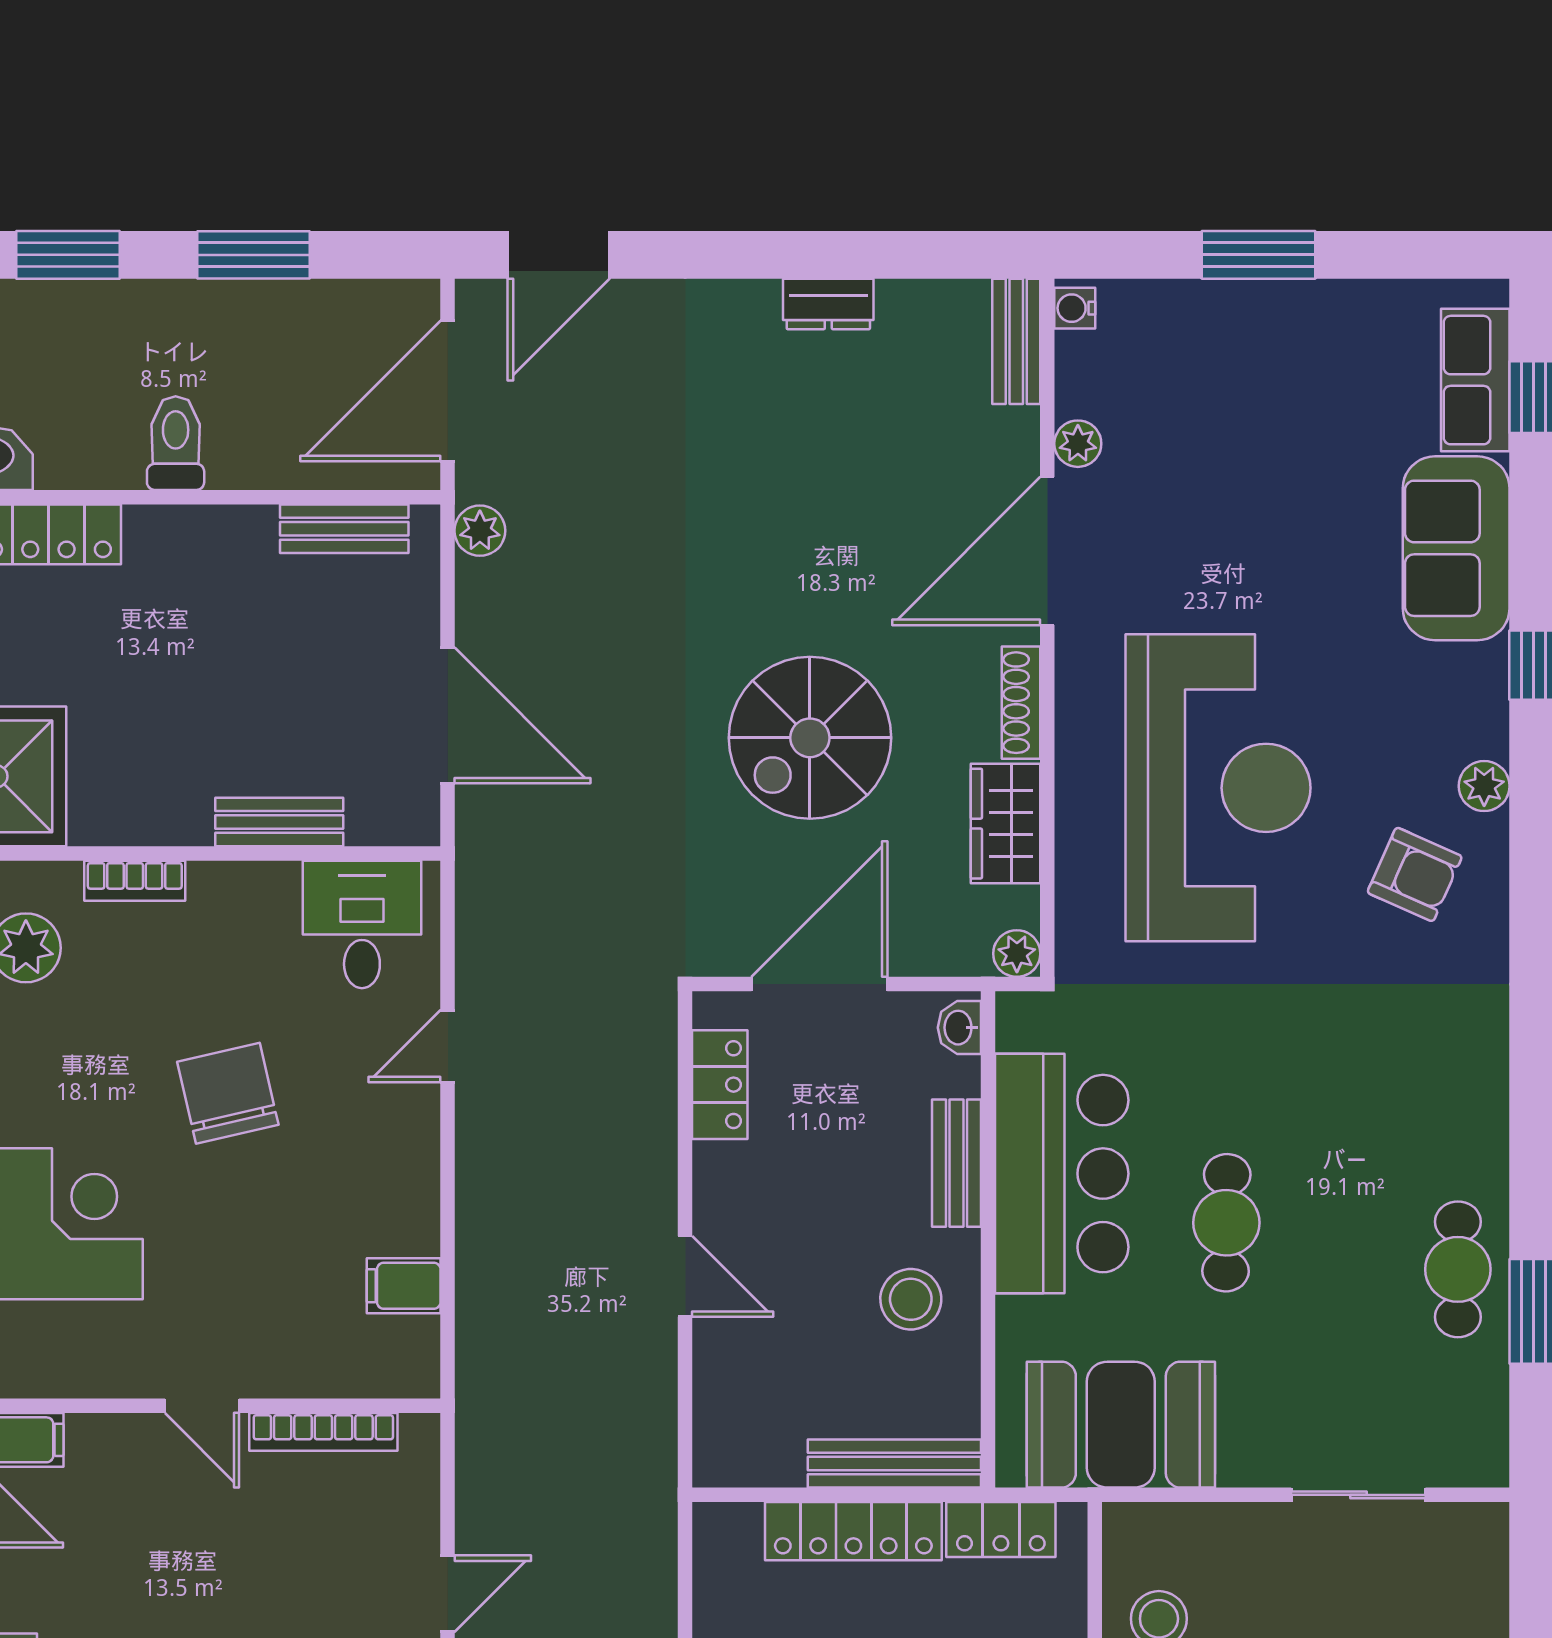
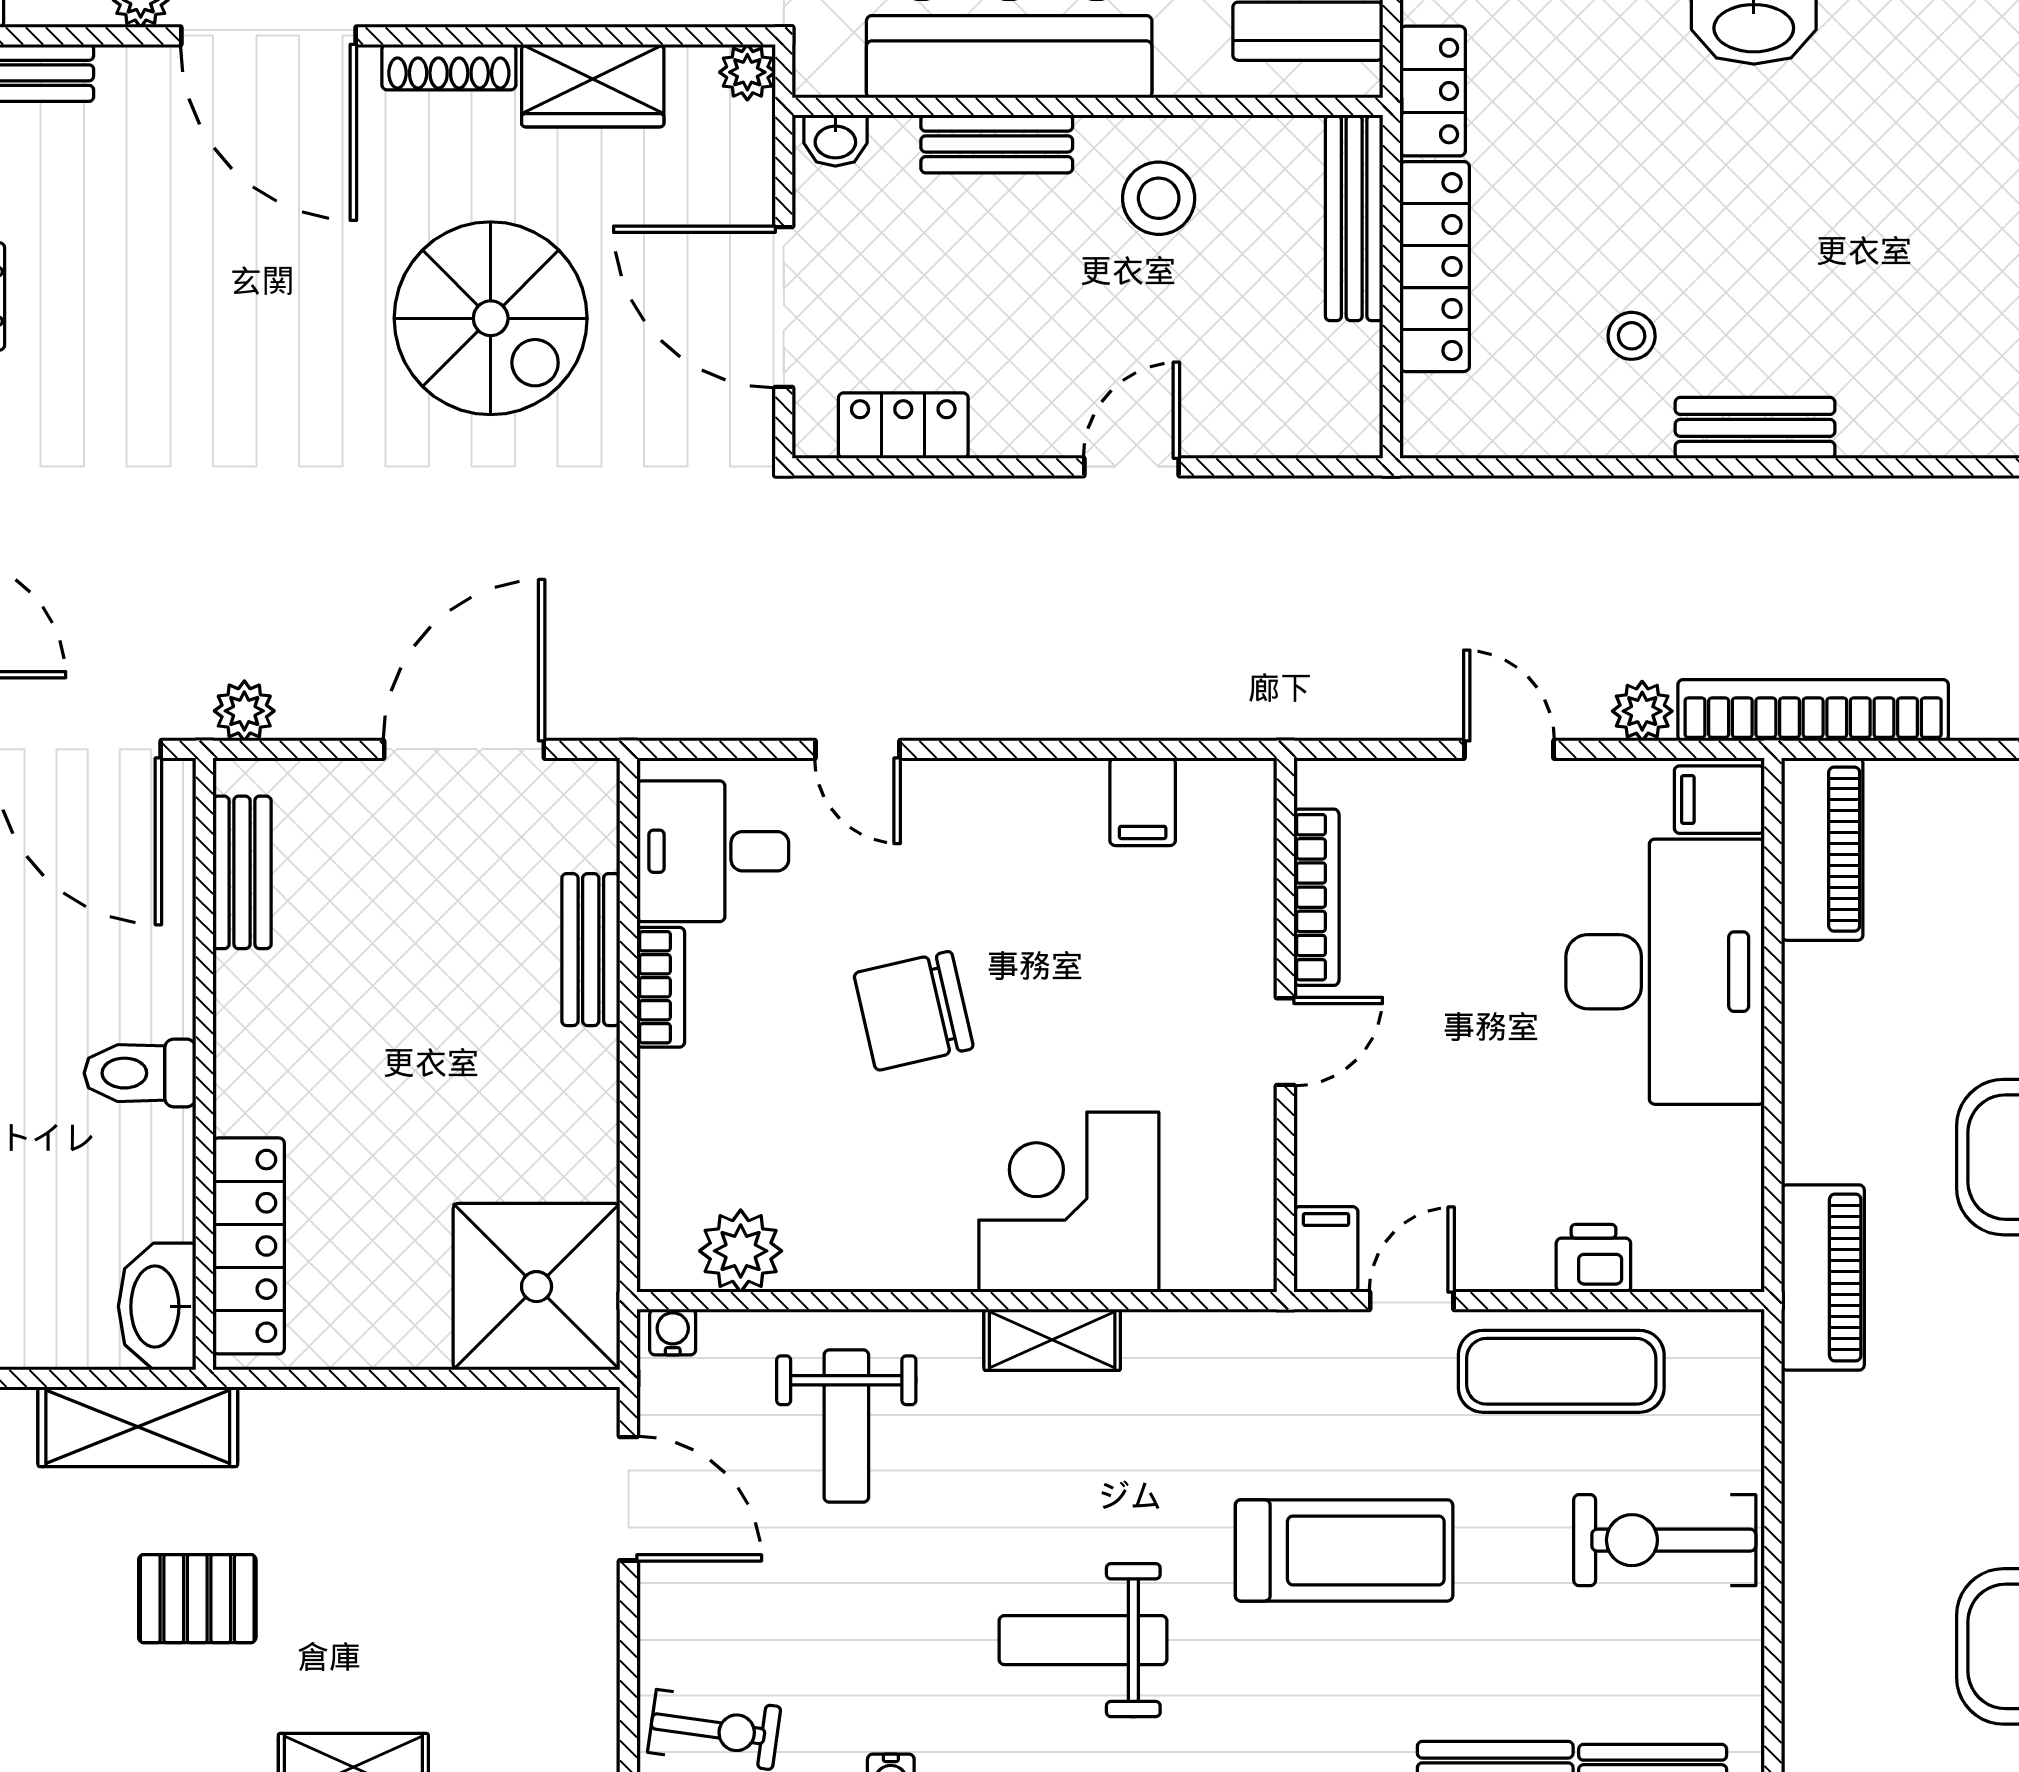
bookcase: (135, 881) -> (661, 987), moved

